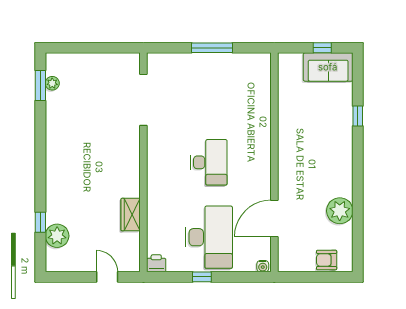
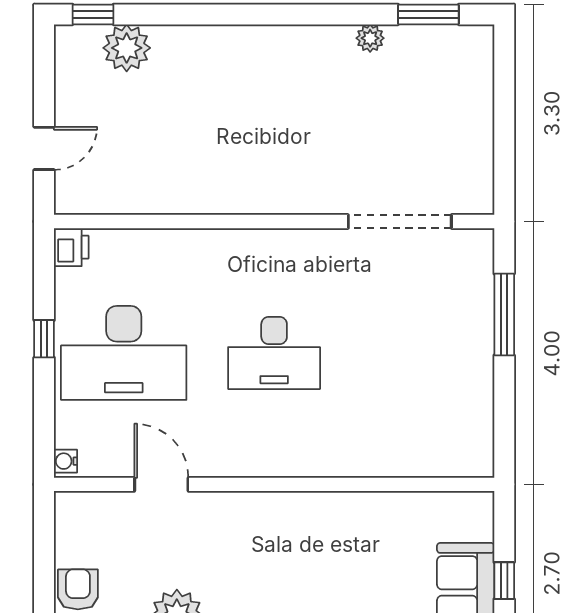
window: (212, 48) -> (504, 314), moved
plant: (52, 83) -> (370, 38), moved
wardrobe: (131, 215) -> (169, 196), removed
door: (274, 218) -> (161, 484), width x0.73
window: (40, 222) -> (93, 14), moved

